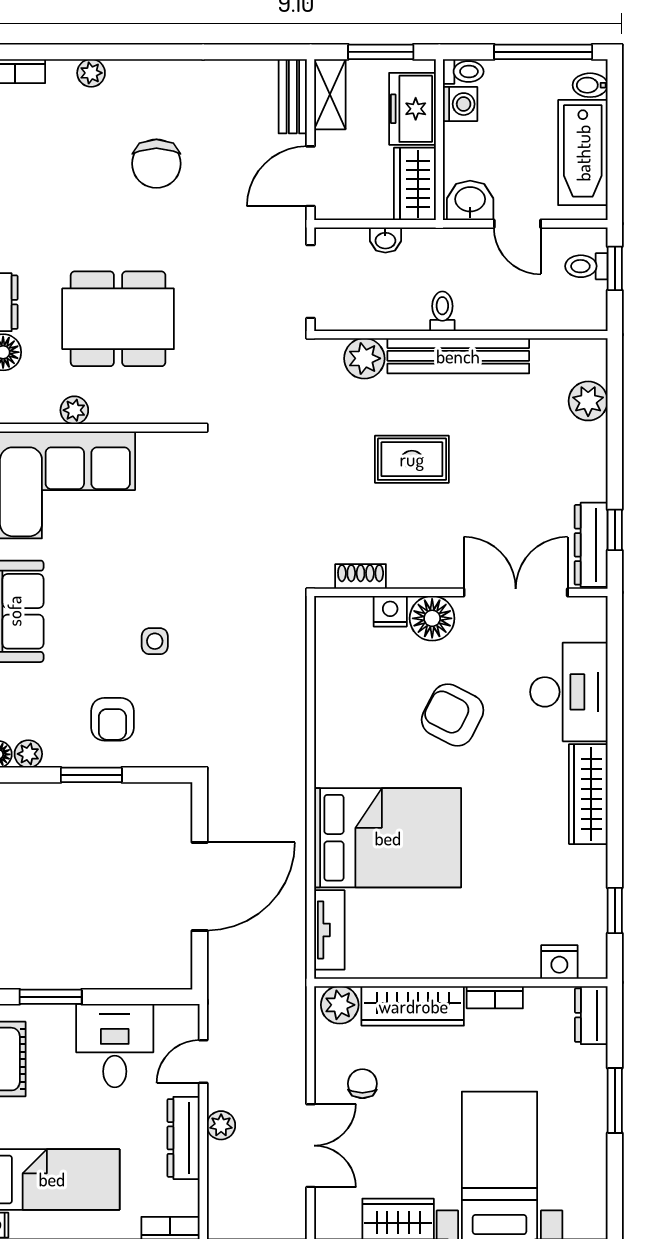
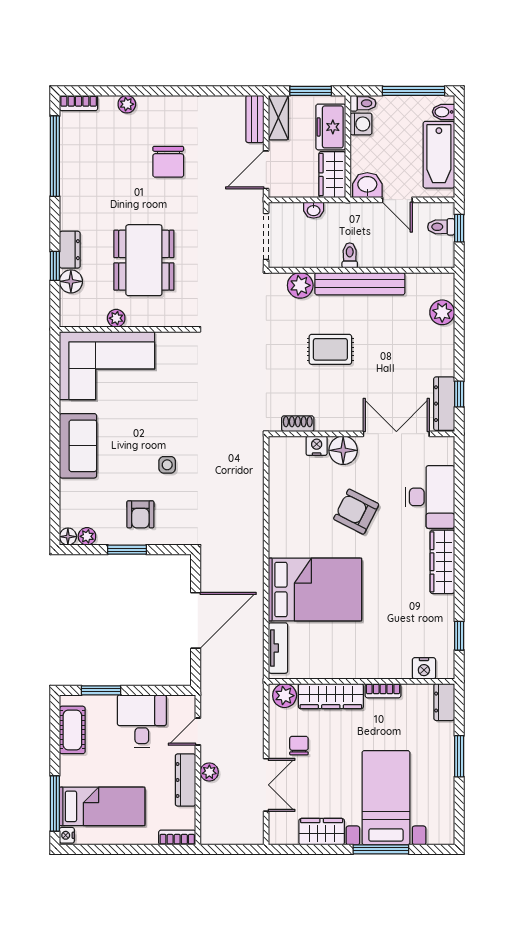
dining table: (118, 319) -> (144, 260), turned 90

